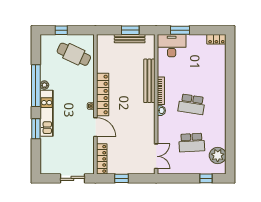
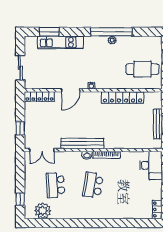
cafe table: (74, 54) -> (142, 69), turned 65
bench: (149, 81) -> (82, 143), moved
locker: (103, 94) -> (122, 97), moved
kitchen unit: (47, 113) -> (60, 42), moved
window: (36, 129) -> (49, 32), moved
window: (121, 178) -> (20, 128), moved

